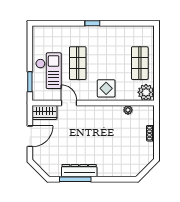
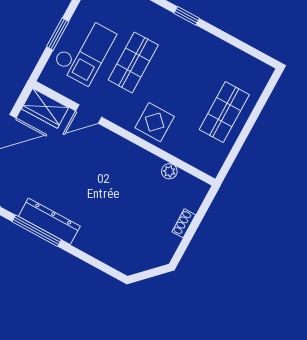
window: (30, 82) -> (58, 34), moved
plant: (146, 92) -> (210, 160), removed
door: (69, 103) -> (89, 114), swing flipped

